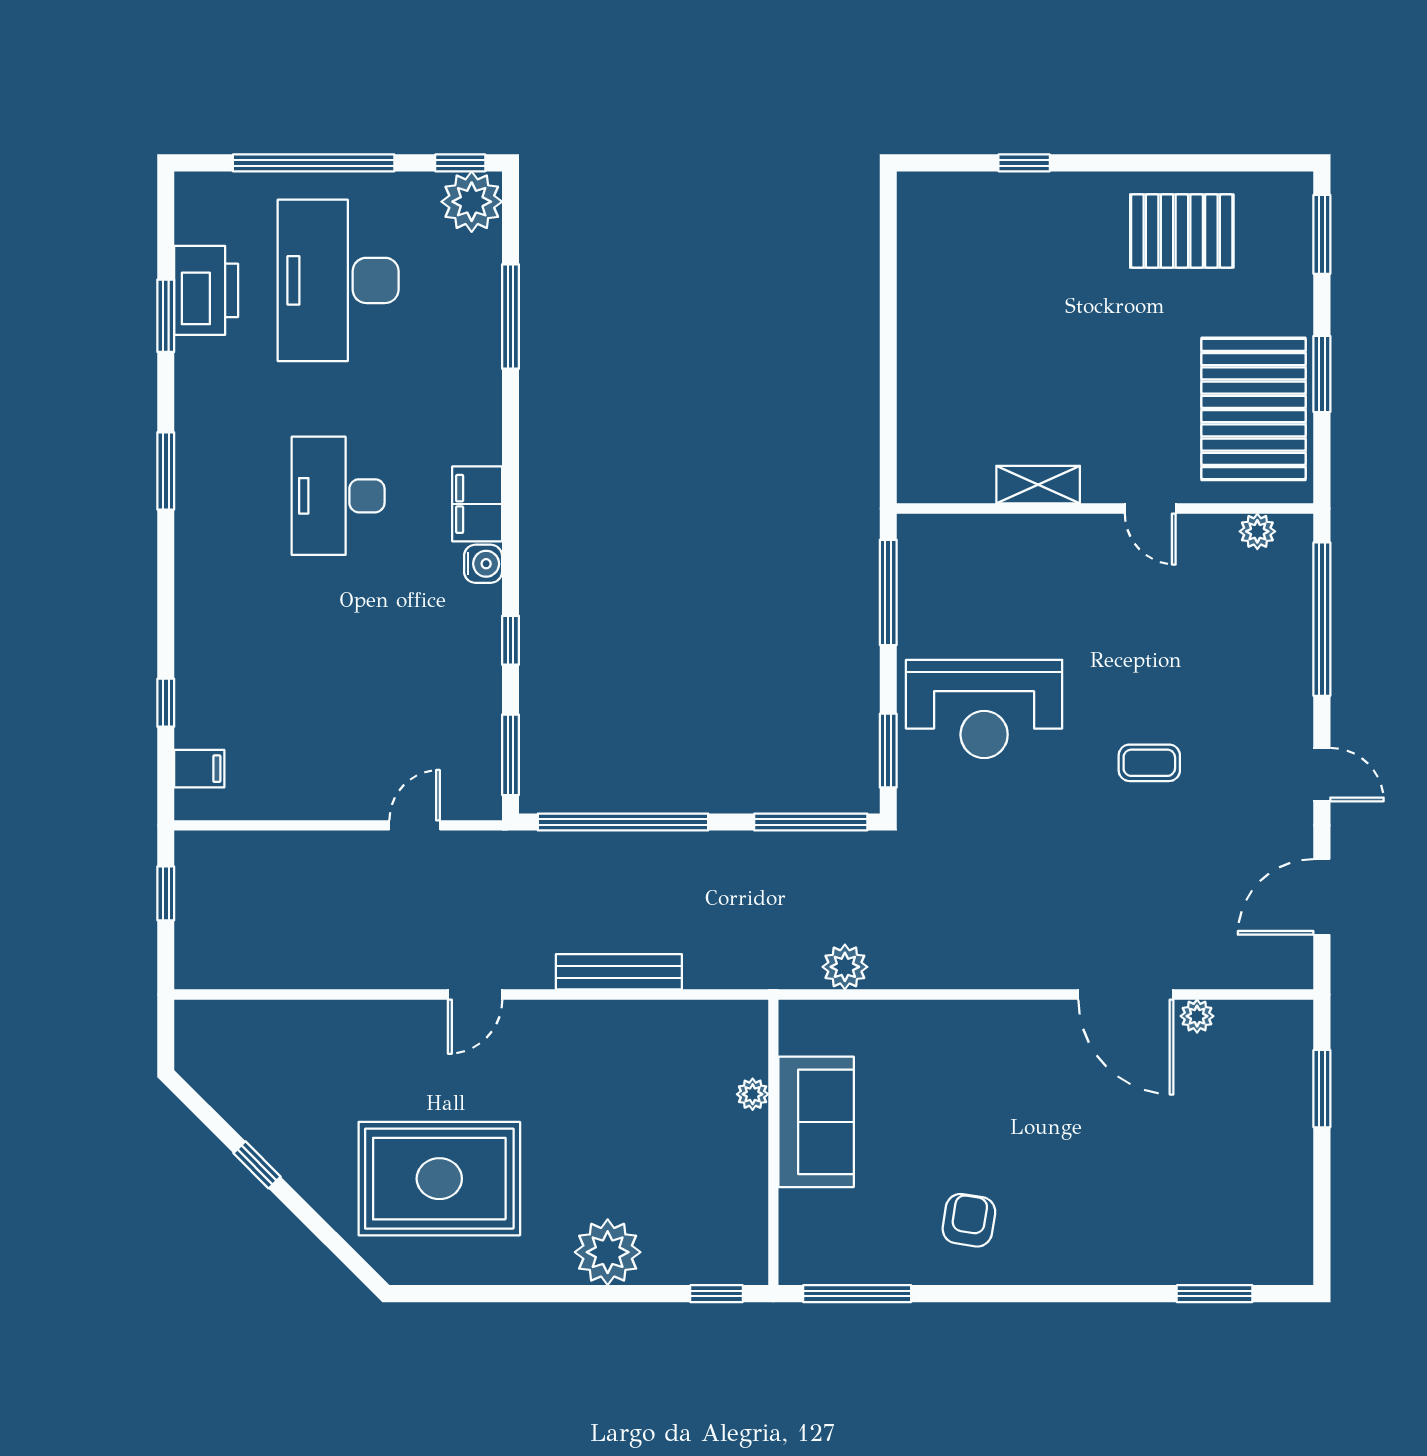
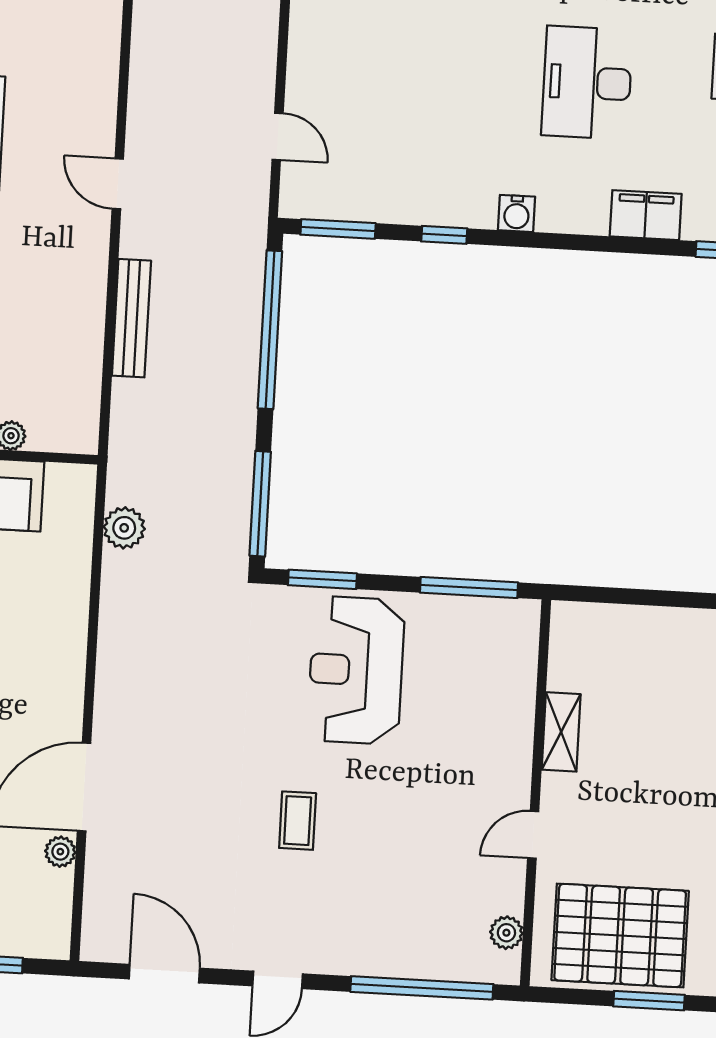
desk: (338, 496) -> (587, 83), turned -90
filing cabinet: (477, 504) -> (646, 215), moved

